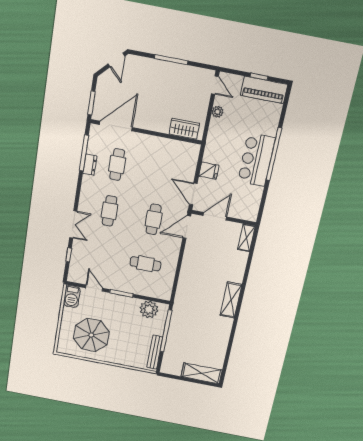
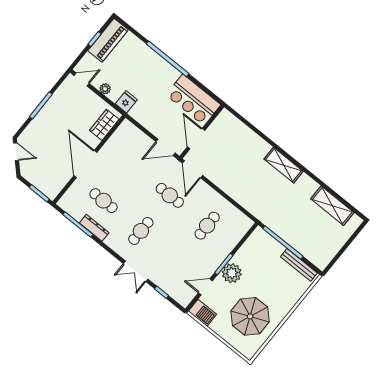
door: (116, 126) -> (85, 164), moved
bar counter: (256, 160) -> (193, 100), moved
dresser: (90, 165) -> (94, 228), width x1.44
fridge: (209, 171) -> (126, 102), moved
cafe table: (110, 211) -> (141, 231), turned 90
double door: (73, 224) -> (136, 271), swing flipped
shelving: (246, 238) -> (231, 121), removed
plant: (149, 309) -> (232, 273), moved
shelving: (202, 373) -> (332, 206), moved, turned 90

